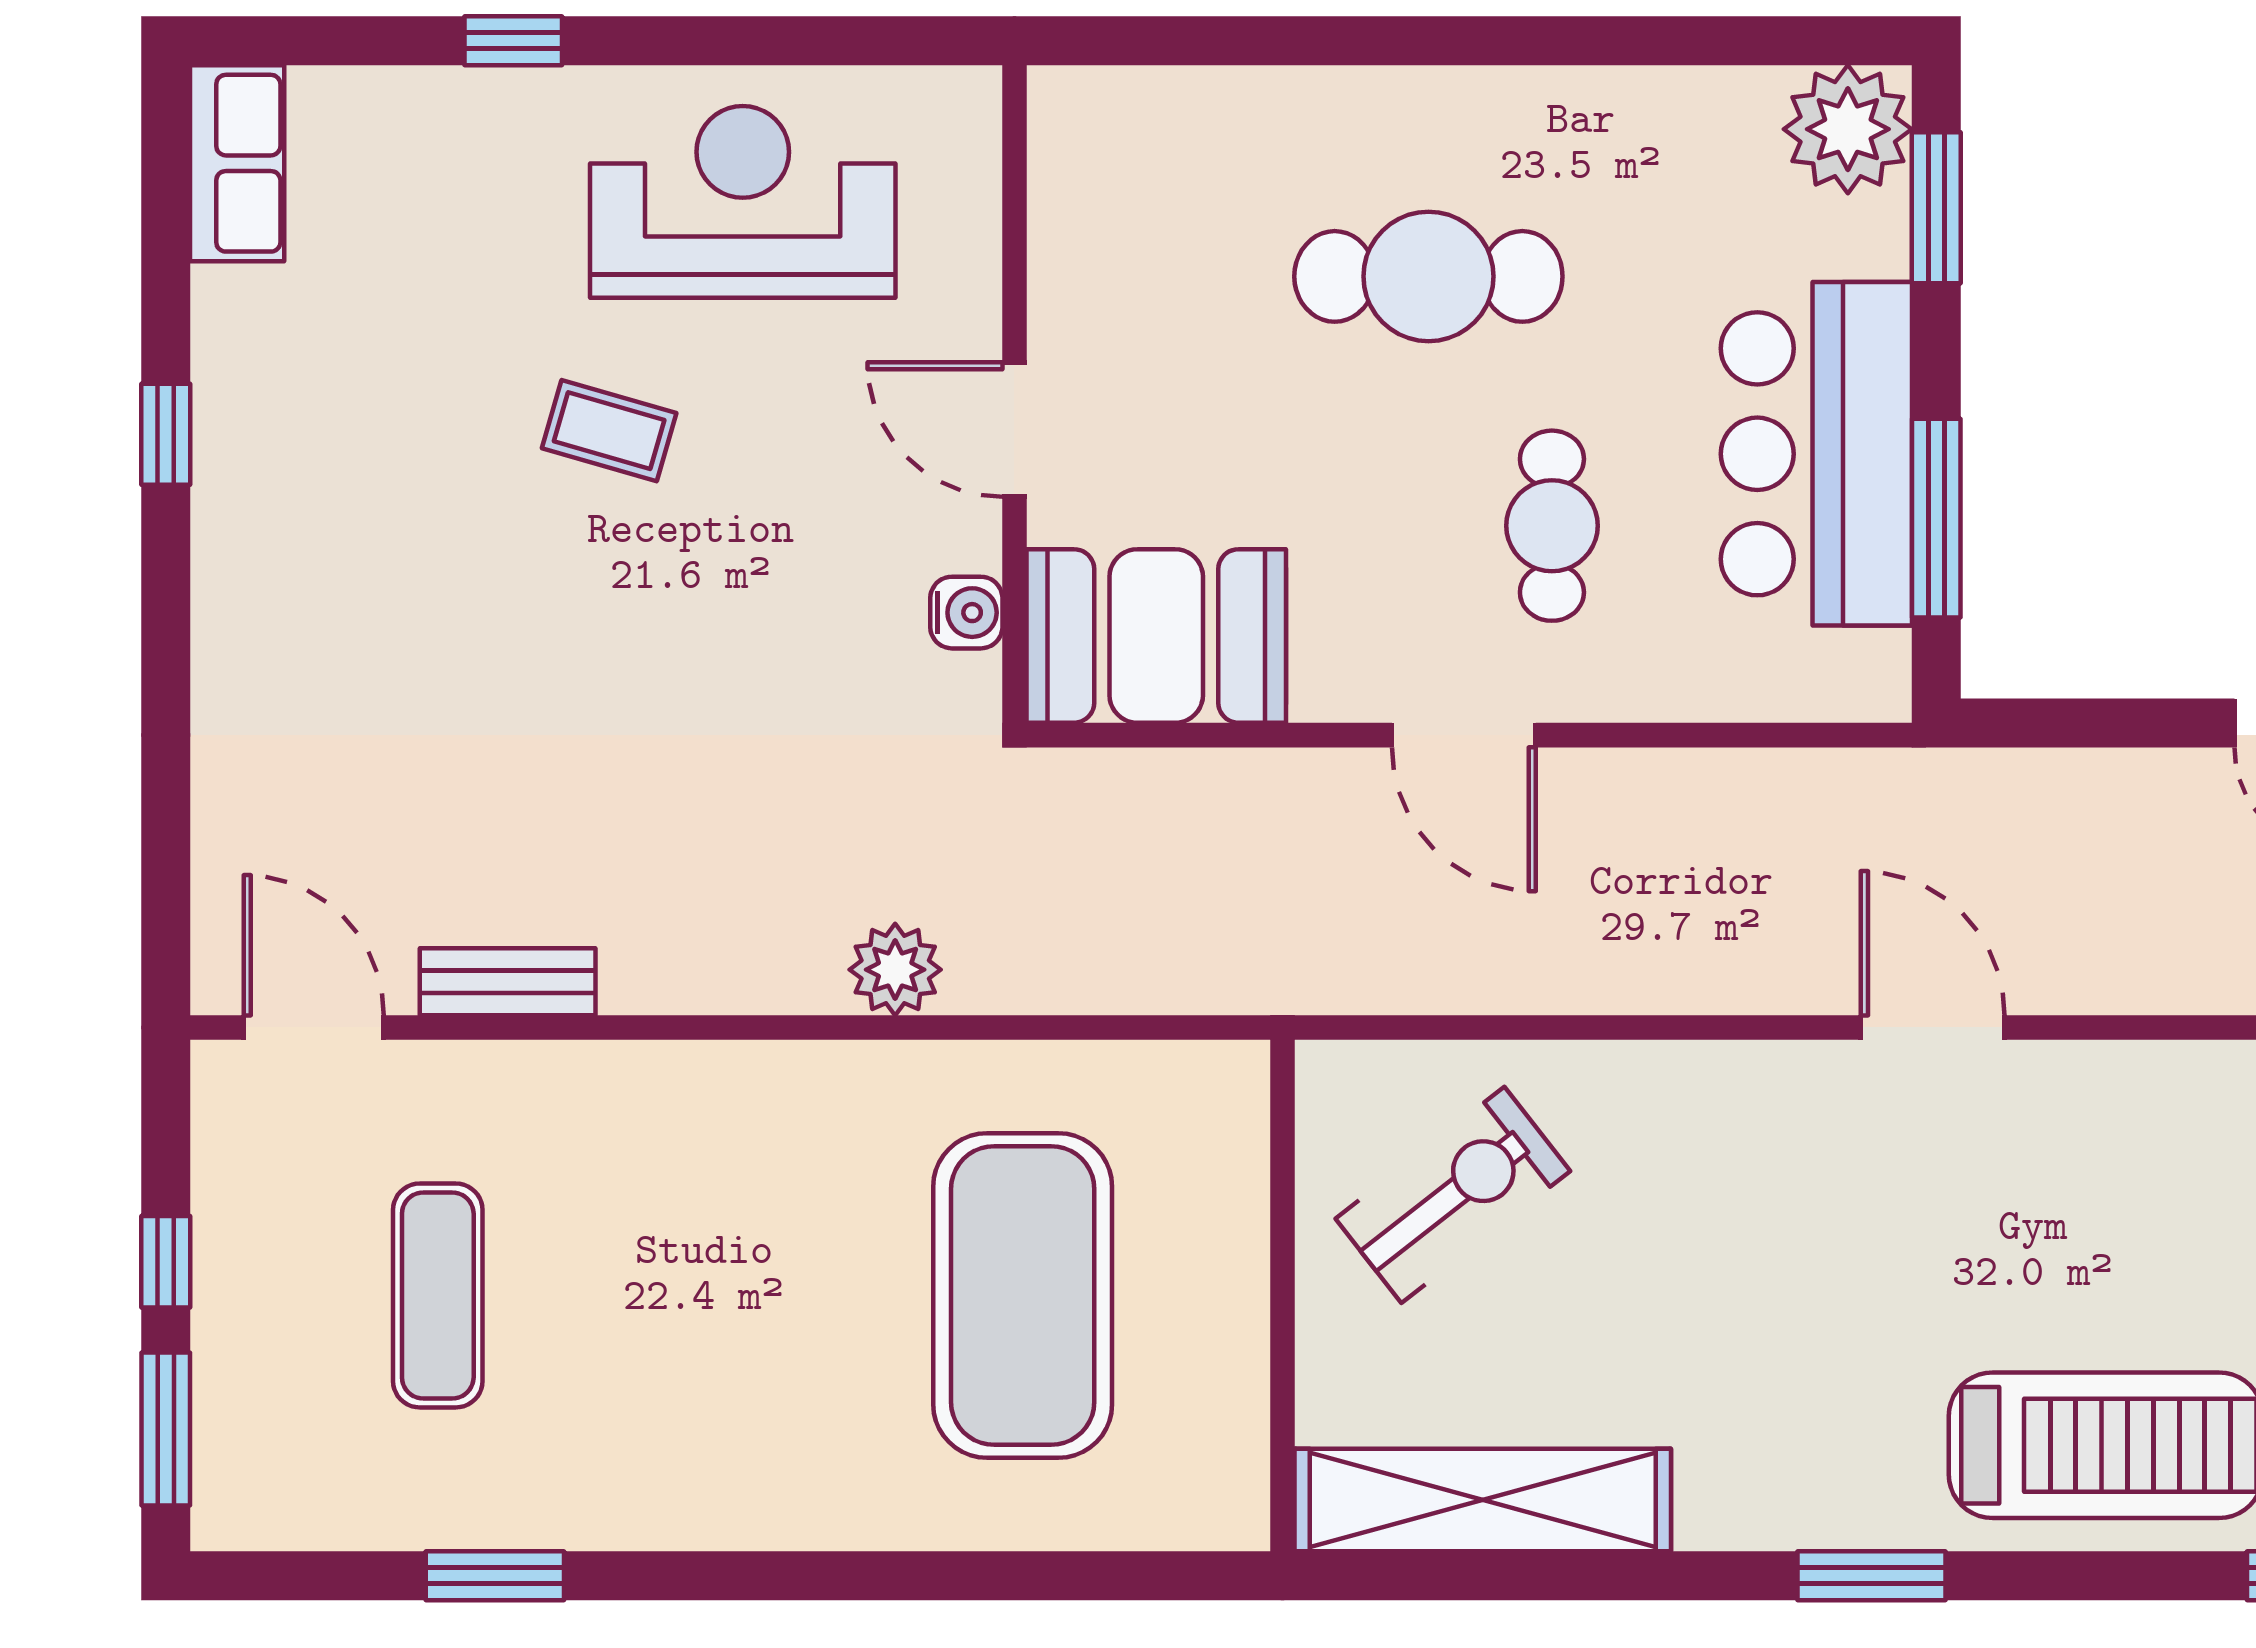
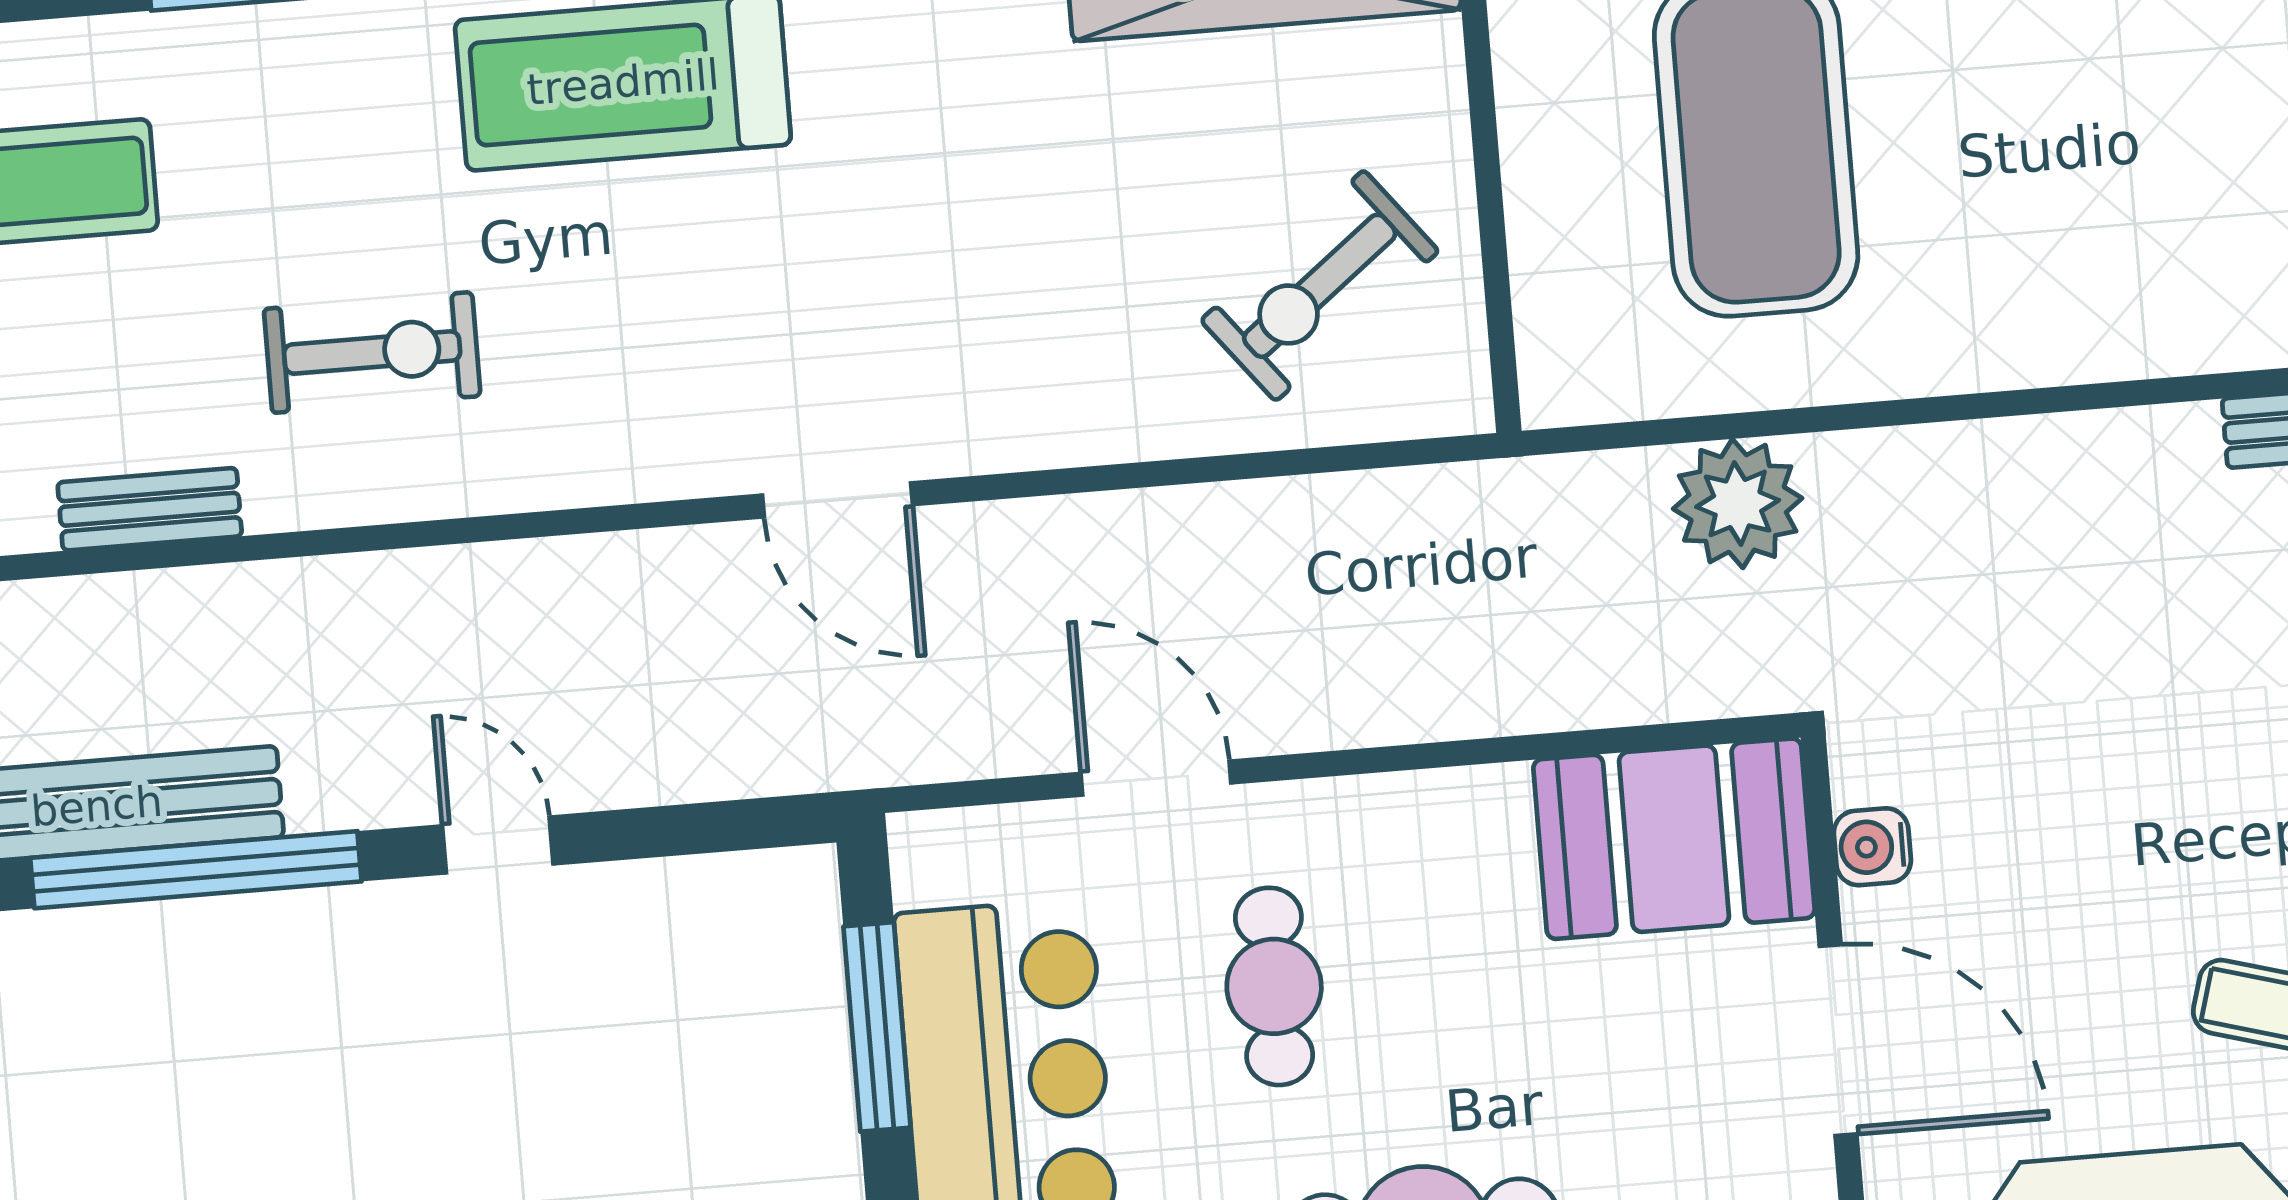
door: (1014, 430) -> (1838, 1040), width x1.36
door: (1464, 735) -> (1156, 778), moved
plant: (895, 970) -> (1738, 503), moved, width x1.36, depth x1.36

